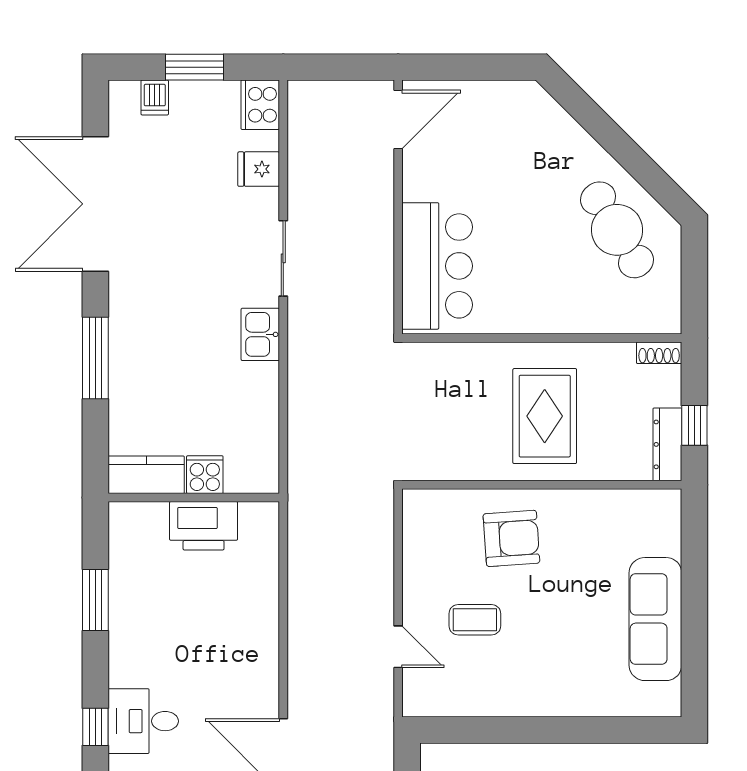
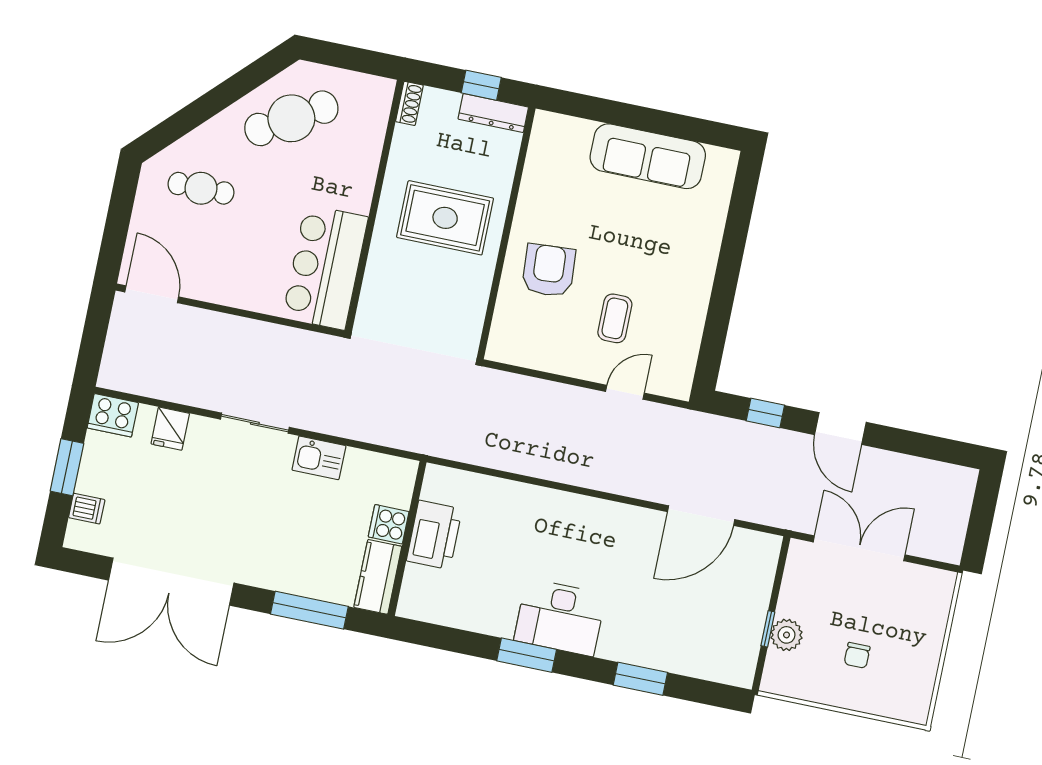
cafe table: (522, 149) -> (201, 188), added
bar counter: (437, 266) -> (325, 267), moved, turned -90
kitchen counter: (146, 475) -> (378, 577), moved
cooker: (205, 475) -> (389, 524), moved
wall: (194, 498) -> (407, 538), moved
printer: (204, 526) -> (434, 535), moved
desk: (143, 721) -> (560, 617), moved, width x1.37
window: (95, 727) -> (640, 679), width x1.50

